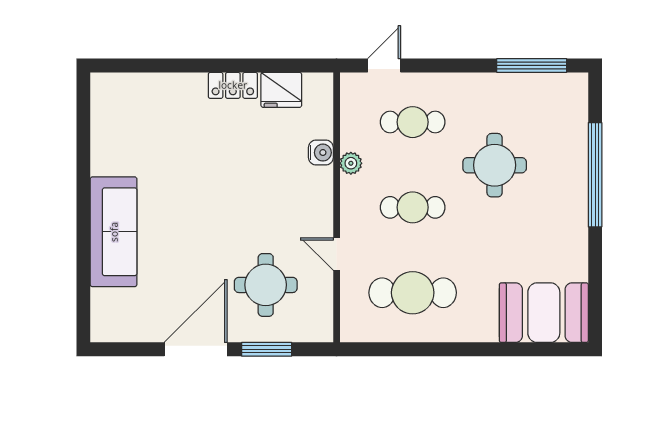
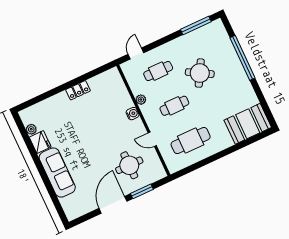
fridge: (281, 90) -> (40, 142), moved, turned -90
plant: (102, 120) -> (31, 129), added
water cooler: (321, 153) -> (133, 114), moved
round table: (495, 165) -> (200, 73), turned 30

